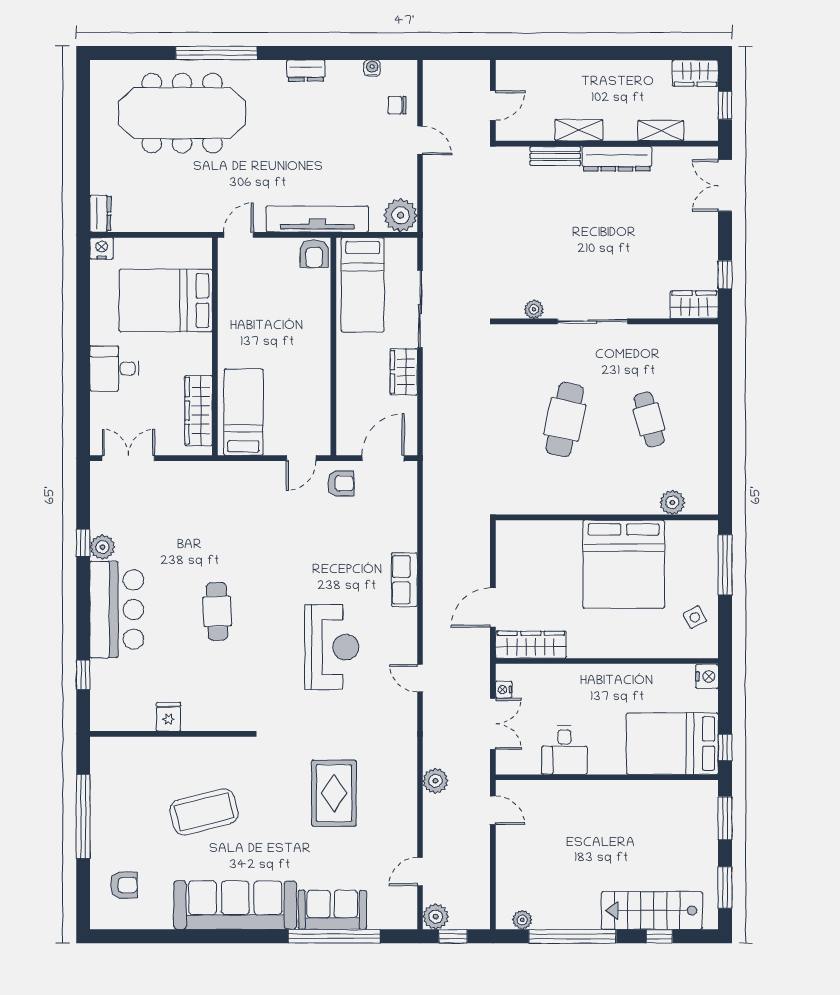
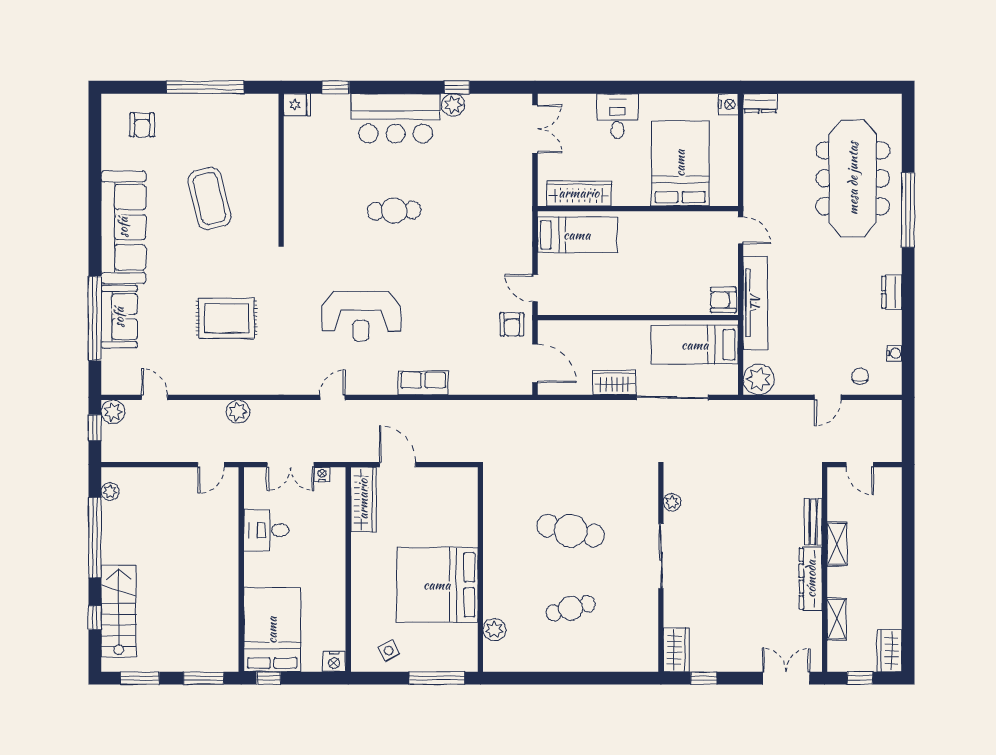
fridge: (168, 717) -> (297, 105), moved

